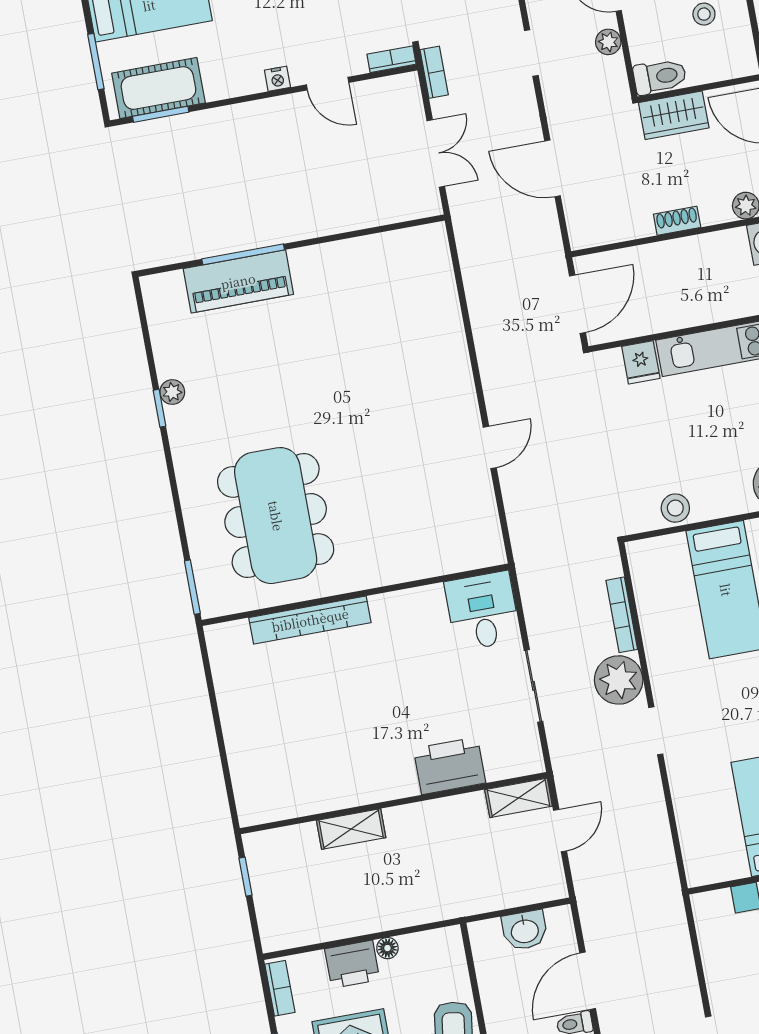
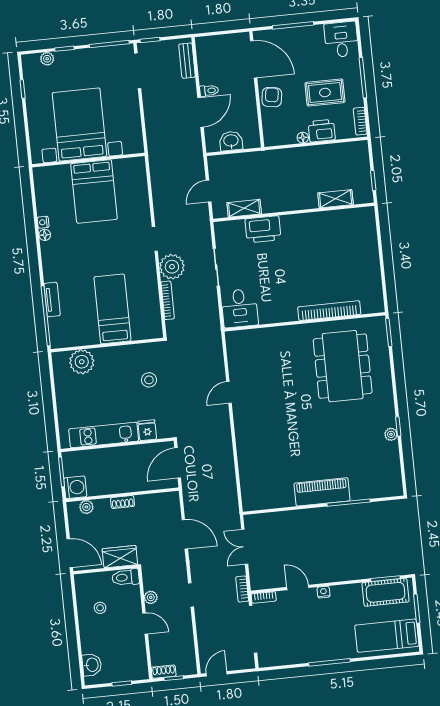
piano: (238, 281) -> (322, 492), moved
stool: (675, 508) -> (149, 380), moved
shelving: (519, 798) -> (244, 208), moved
shelving: (351, 829) -> (336, 199), moved

